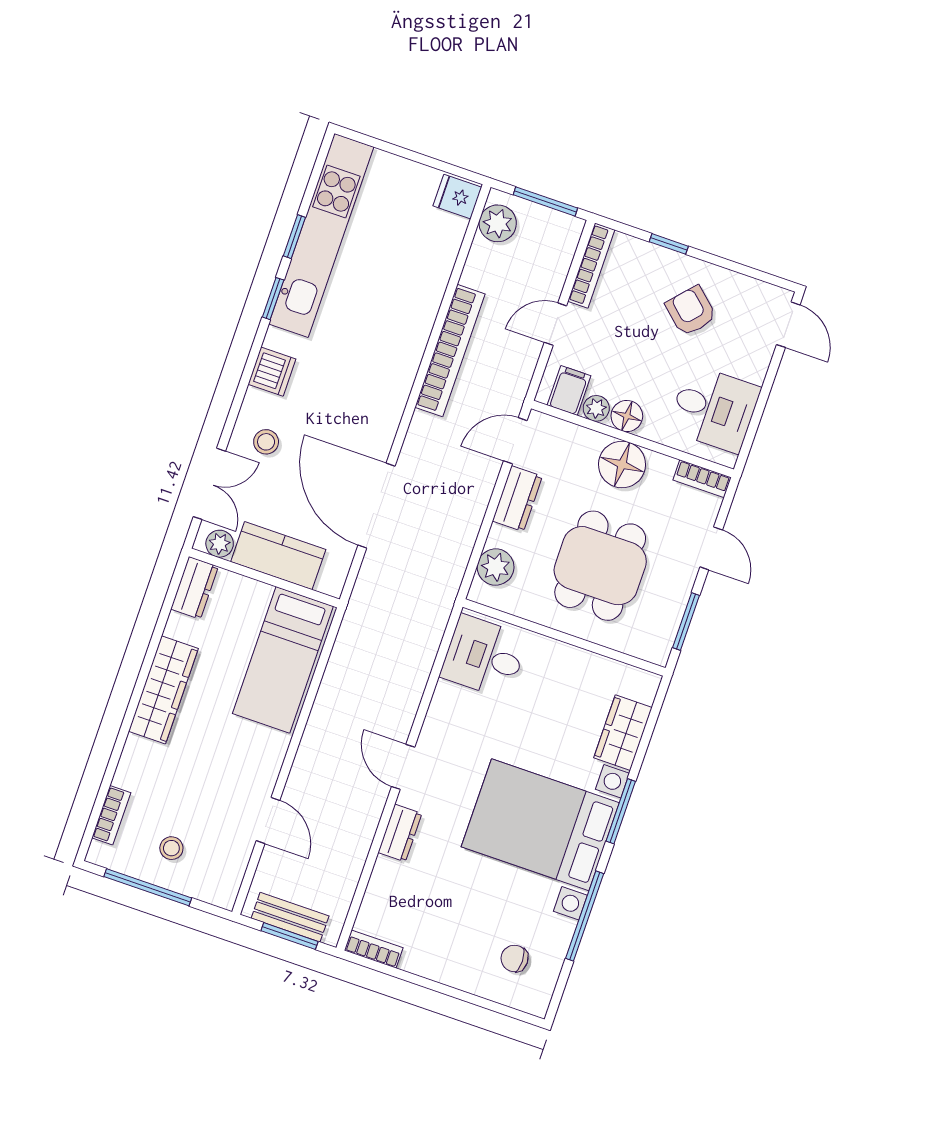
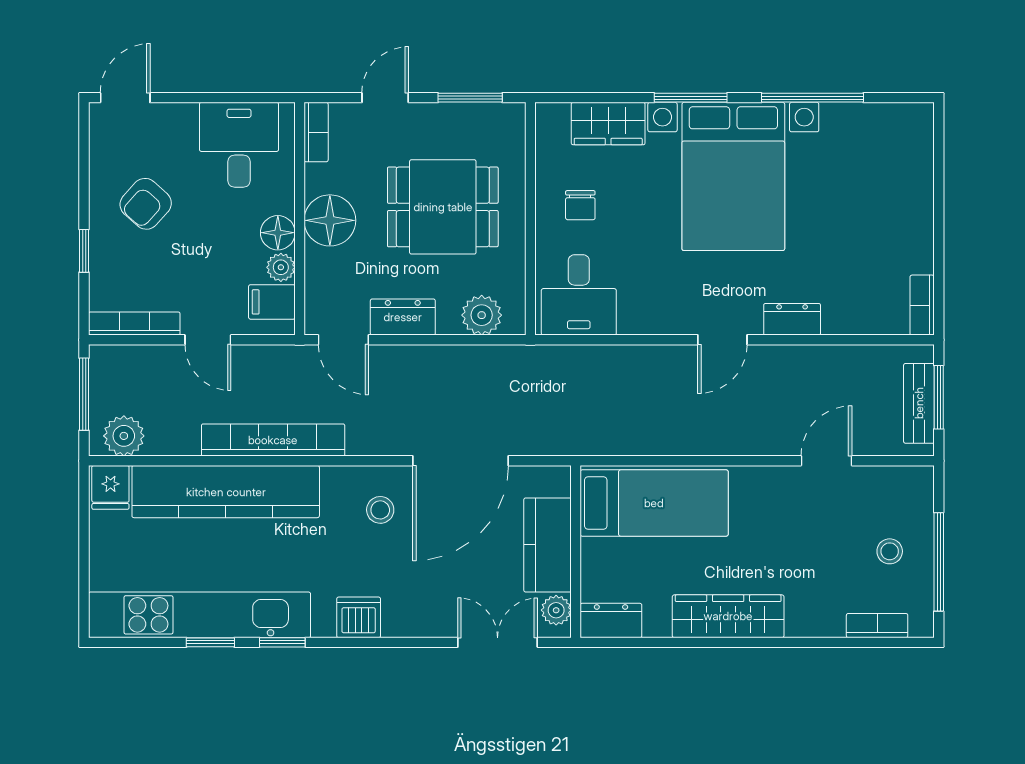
kitchen counter: (420, 294) -> (226, 492), added
stool: (266, 442) -> (380, 510), moved
chair: (515, 958) -> (580, 205), moved

